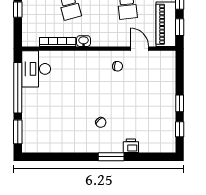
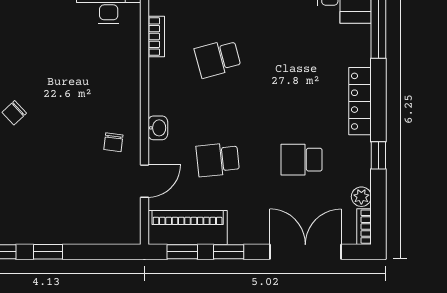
washbasin: (84, 41) -> (158, 128), moved
bookcase: (58, 42) -> (156, 36), width x0.64

